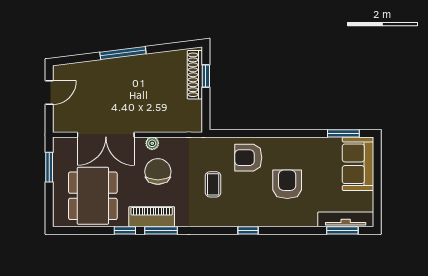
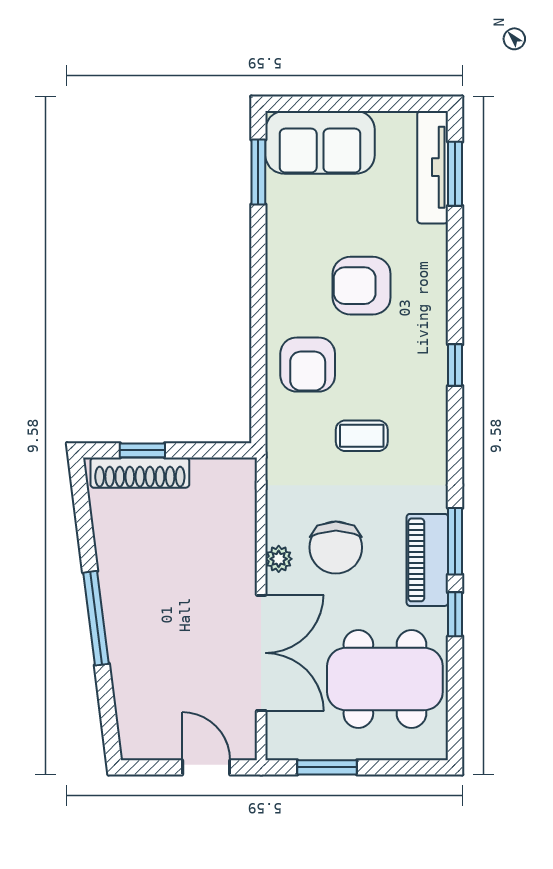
door: (49, 93) -> (206, 767), moved
chair: (158, 172) -> (336, 547), turned -90

